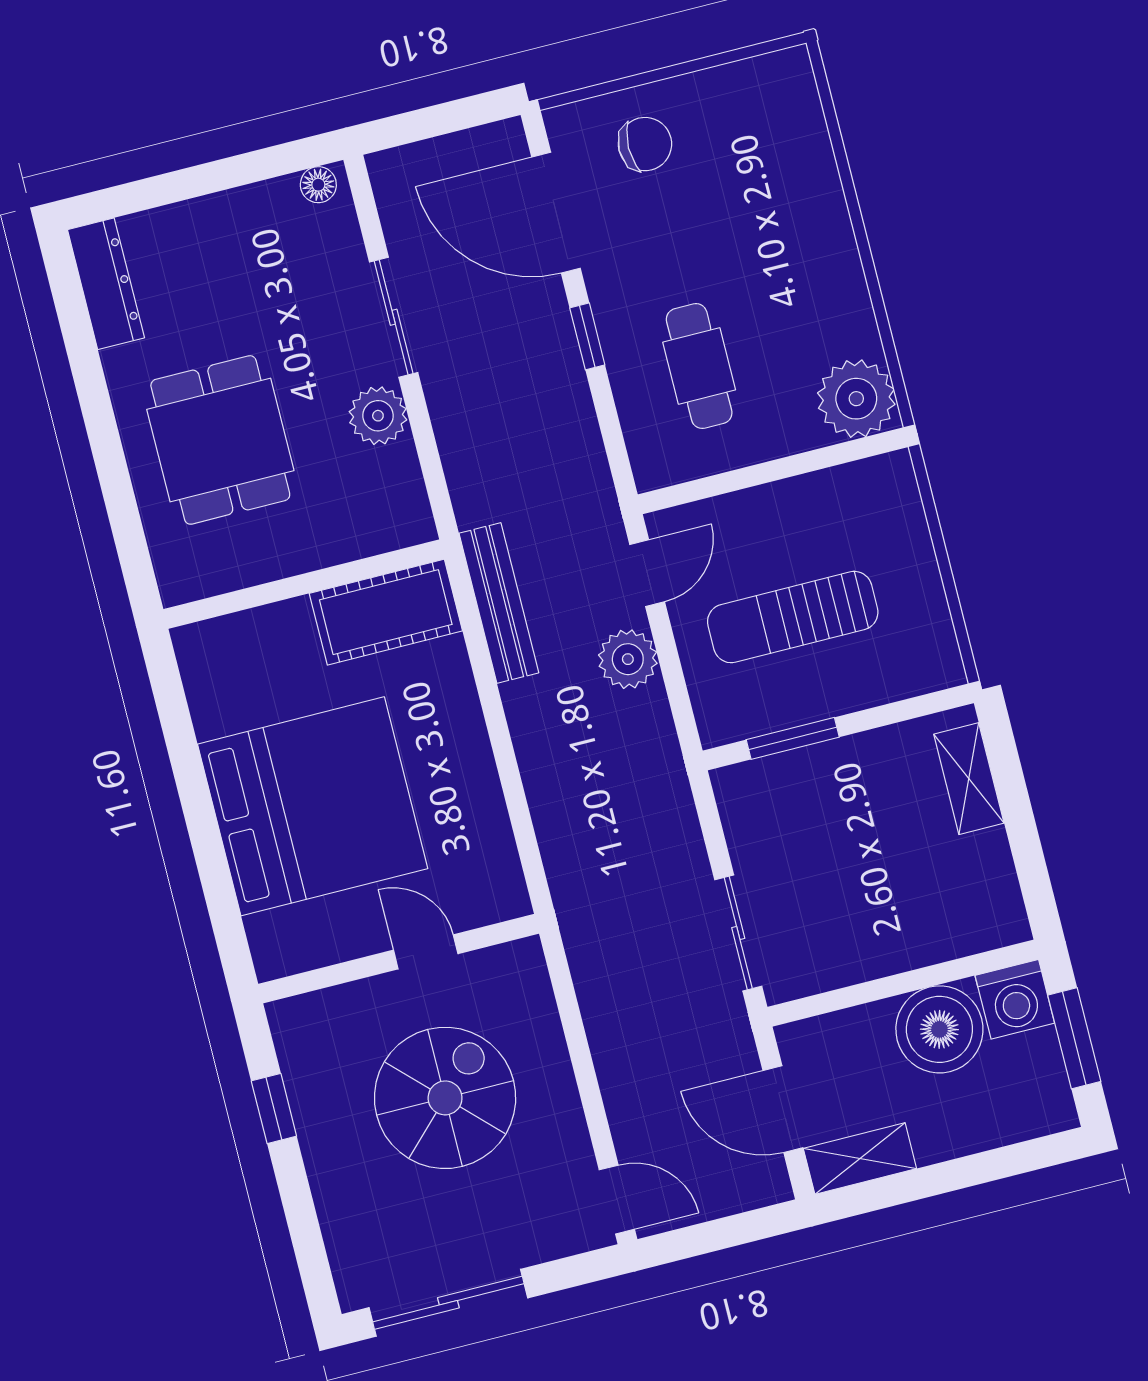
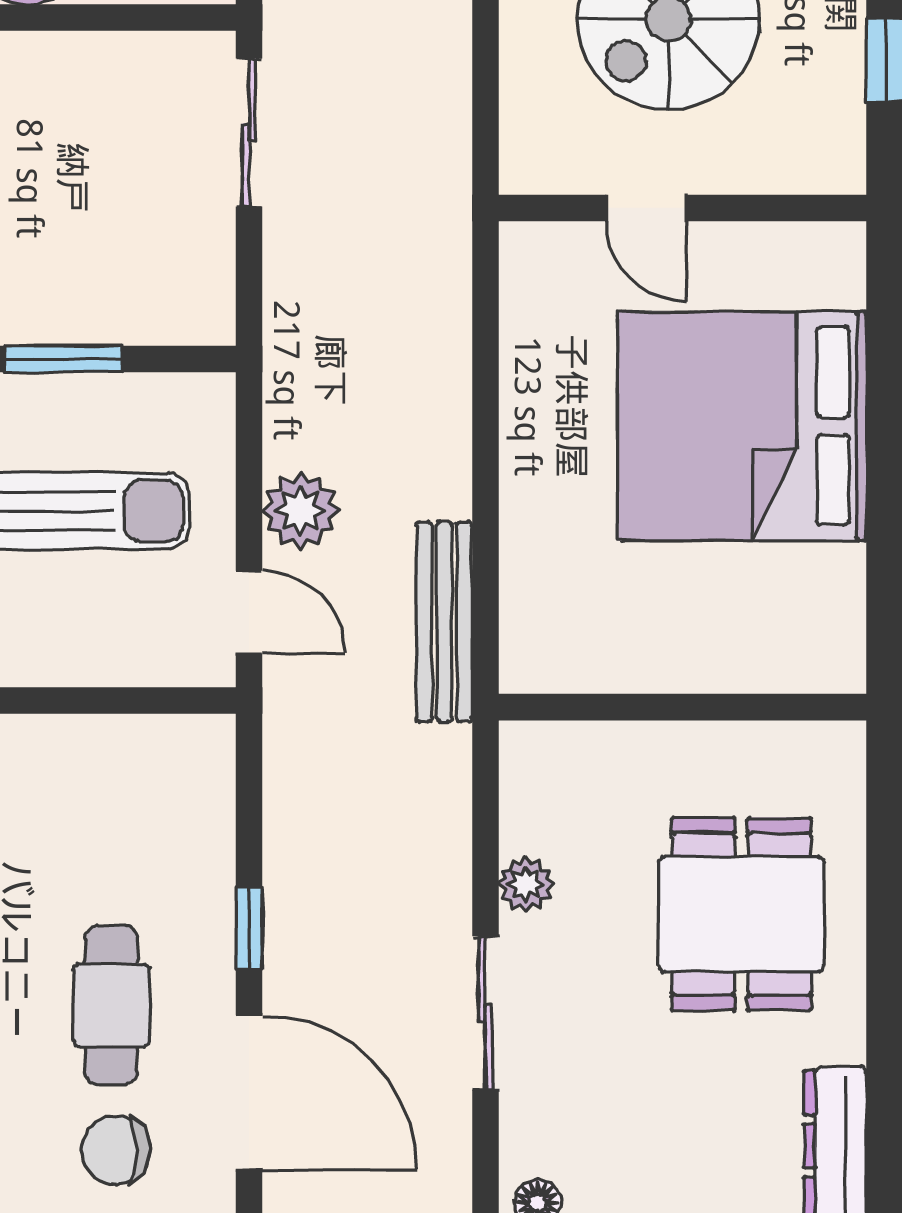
cafe table: (699, 366) -> (111, 1005), moved
plant: (378, 416) -> (526, 884), width x0.73, depth x0.73
door: (647, 573) -> (249, 612), swing flipped
cot: (386, 612) -> (589, 646), removed
window: (793, 738) -> (64, 359), moved

